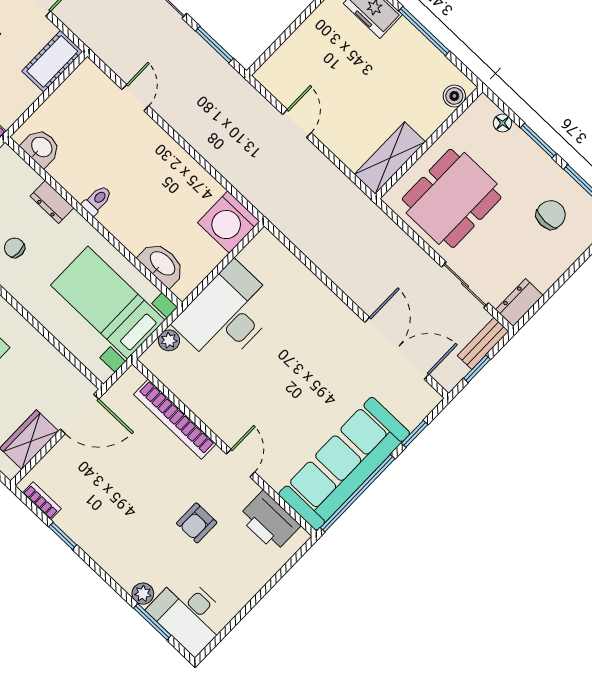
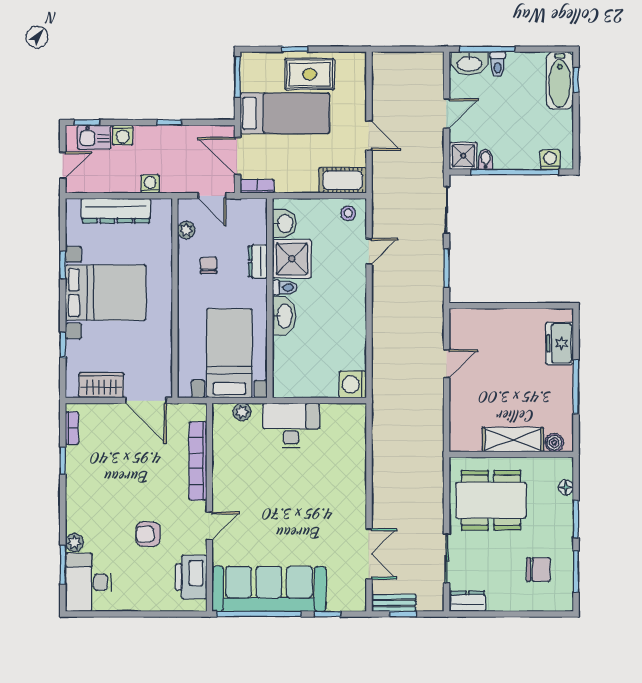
stool: (85, 84) -> (348, 213), added
shelving: (390, 158) -> (513, 440), moved
shower: (78, 170) -> (292, 259), added
washing machine: (229, 222) -> (353, 384), width x0.73, depth x0.73
washbasin: (162, 264) -> (284, 316), moved
desk: (227, 315) -> (291, 425), width x0.73, depth x0.77
bench: (483, 343) -> (394, 603), moved
double door: (397, 348) -> (369, 554), width x0.73

